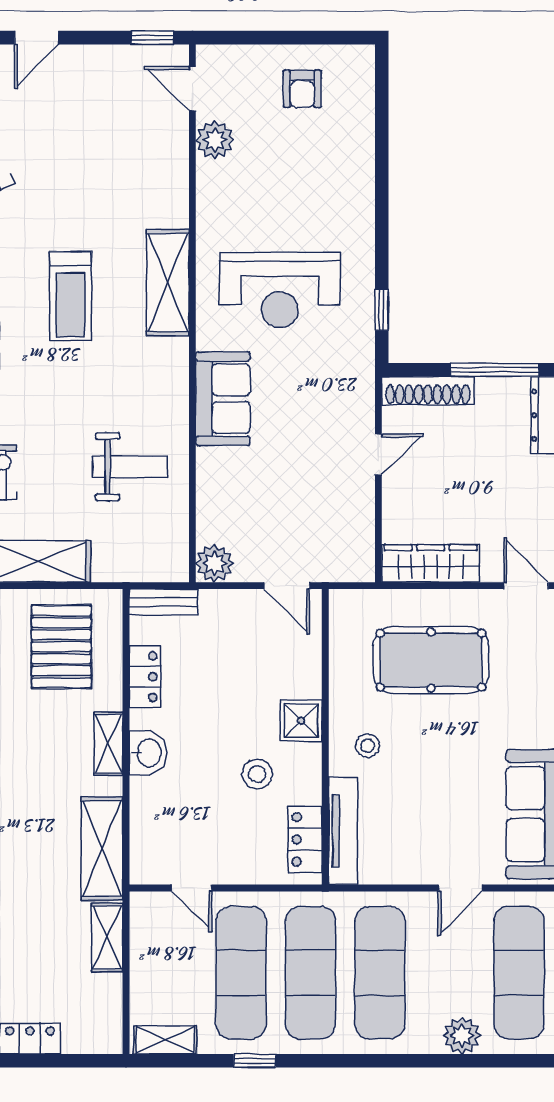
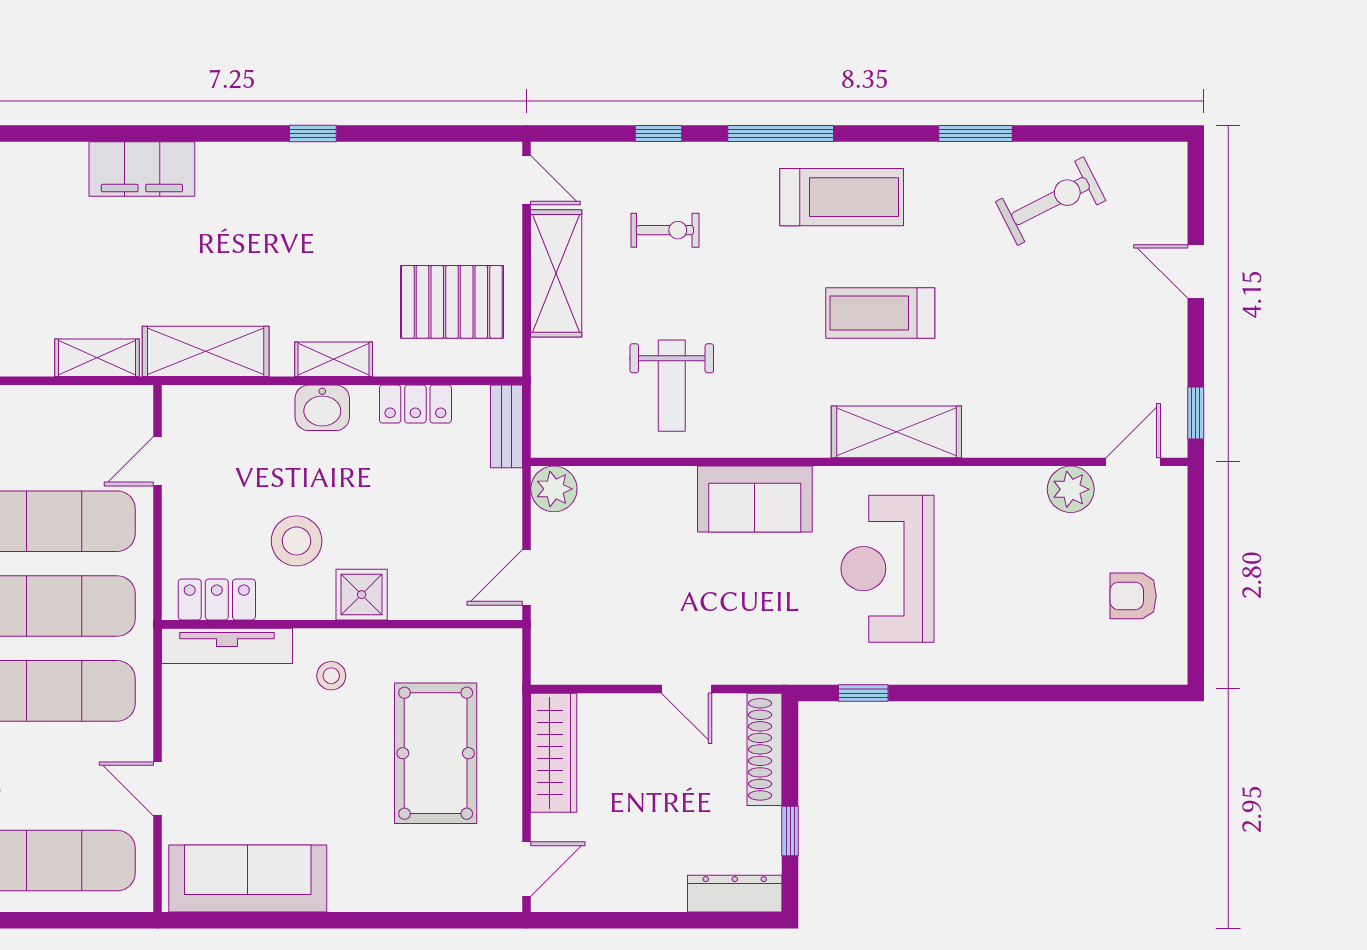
window: (495, 370) -> (790, 831), width x0.46
stool: (257, 774) -> (297, 541), width x1.38, depth x1.38

